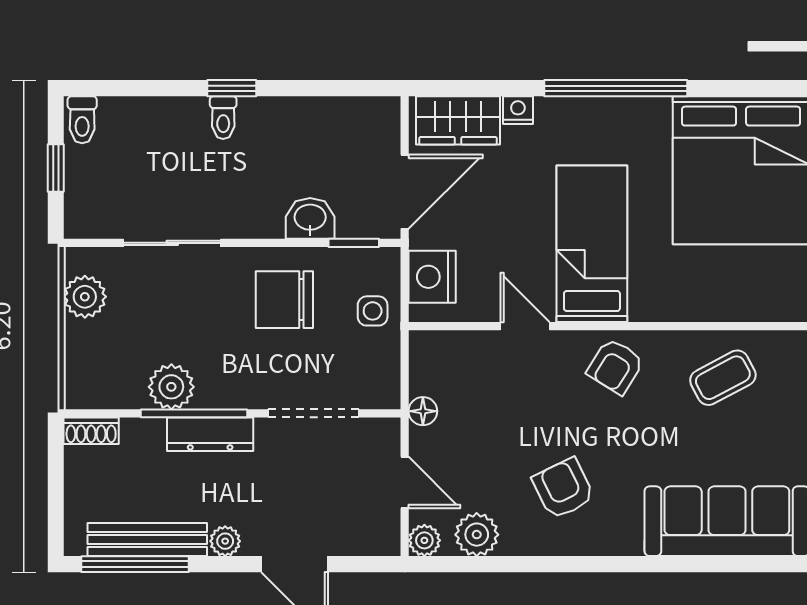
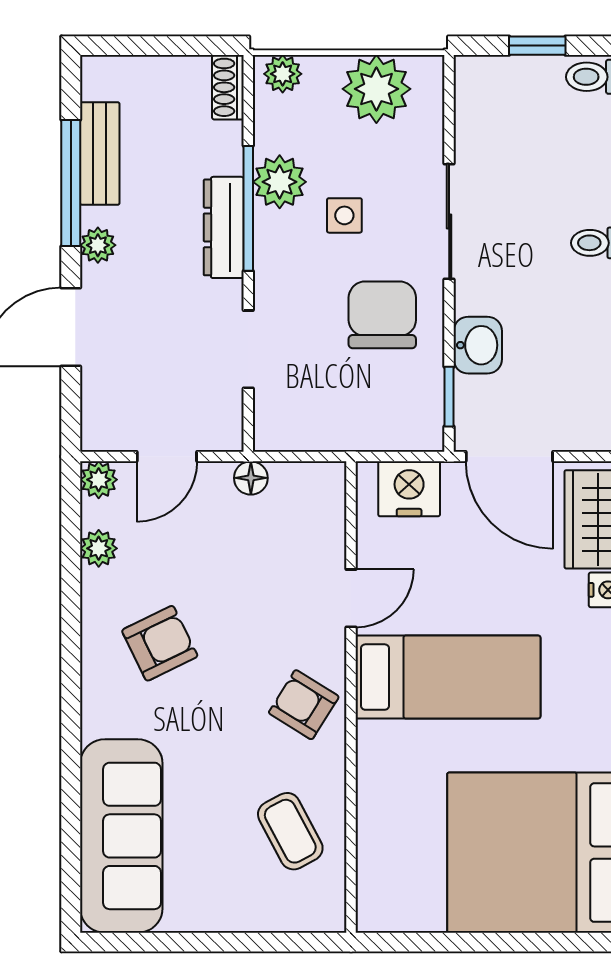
sliding door: (172, 243) -> (449, 222), moved
plant: (85, 297) -> (376, 89), width x1.36, depth x1.36
side table: (373, 311) -> (344, 215), moved
plant: (80, 384) -> (283, 74), added
doorway: (314, 413) -> (248, 349), width x0.73
plant: (477, 535) -> (99, 548), width x0.73, depth x0.73
bench: (147, 539) -> (100, 154), width x0.73
window: (135, 564) -> (71, 183), moved

